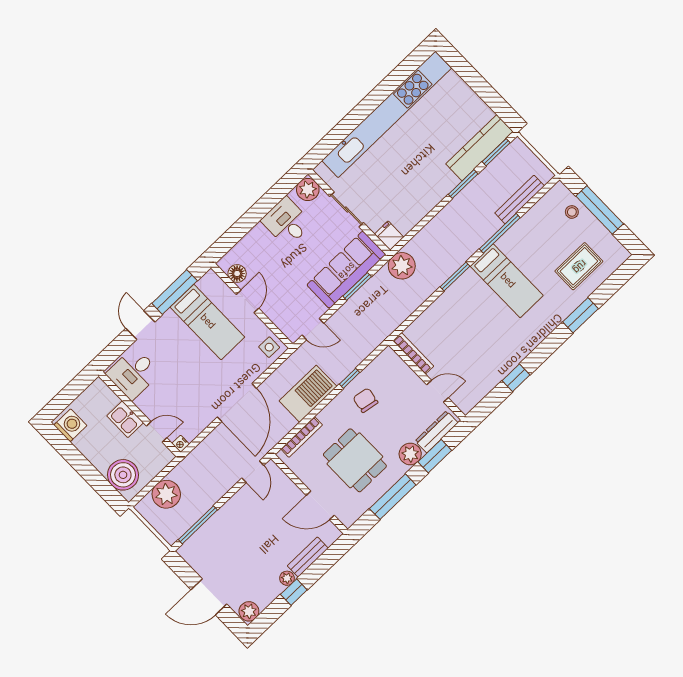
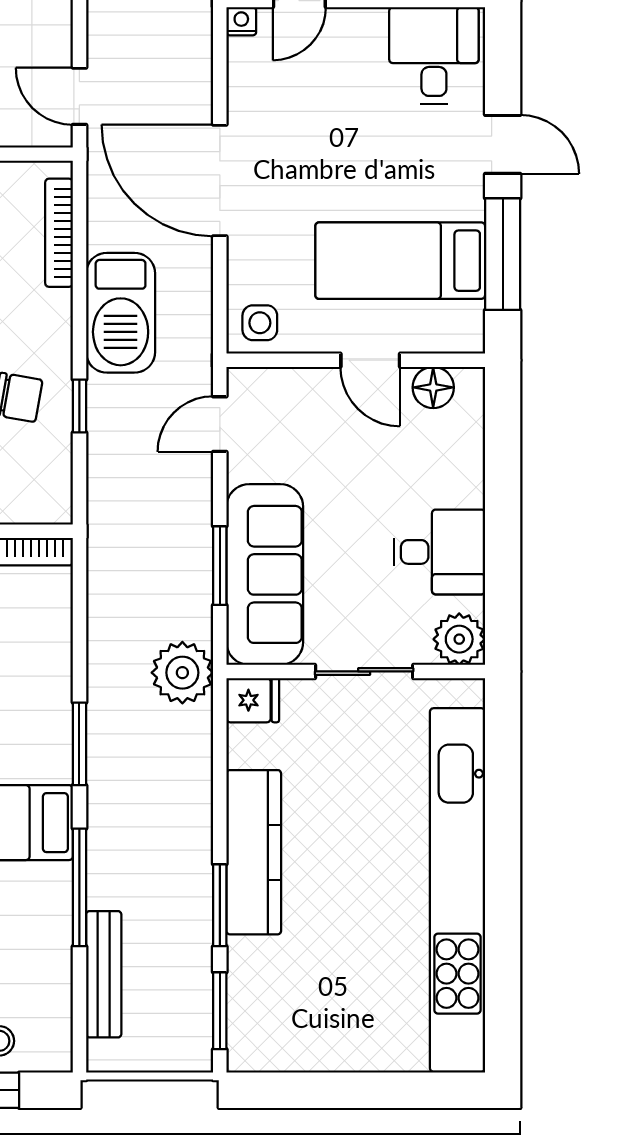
kitchen counter: (479, 148) -> (254, 852), moved

